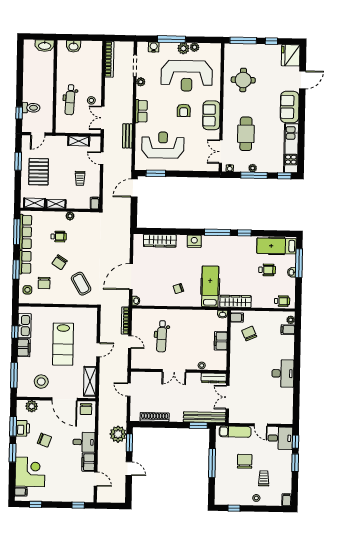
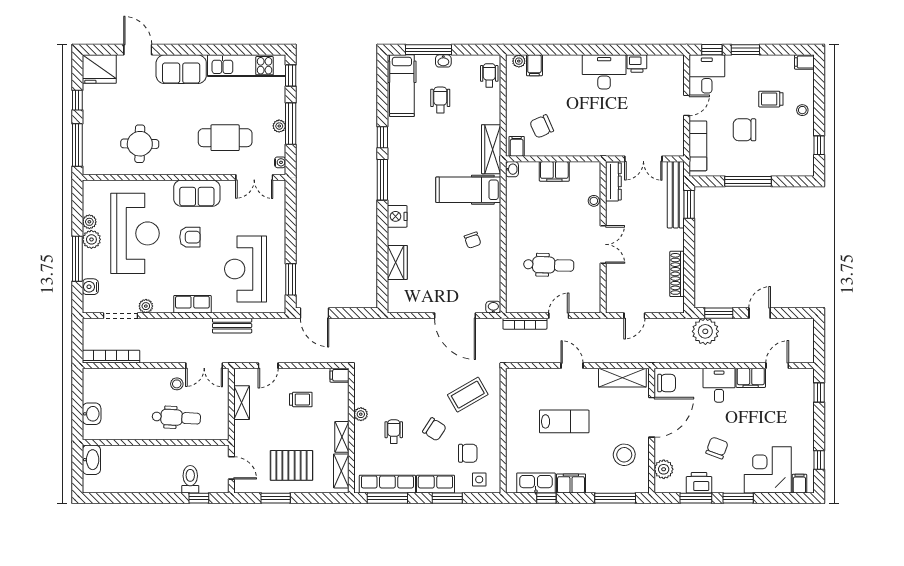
wardrobe: (160, 241) -> (397, 262), width x0.67
lab bench: (63, 344) -> (564, 421), width x0.73, depth x0.72
printer: (288, 394) -> (637, 64), added

